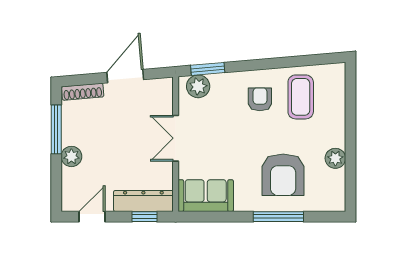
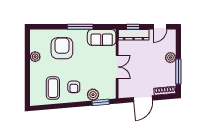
plant: (198, 86) -> (93, 95), moved
window: (278, 217) -> (80, 27), moved

